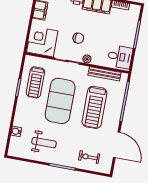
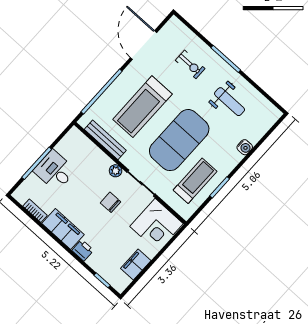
desk: (120, 57) -> (55, 171), moved
treadmill: (94, 107) -> (142, 107), turned 180
water cooler: (16, 131) -> (245, 147), moved
weight bench: (44, 143) -> (230, 102), turned 180
exercise bike: (89, 157) -> (190, 64), moved

